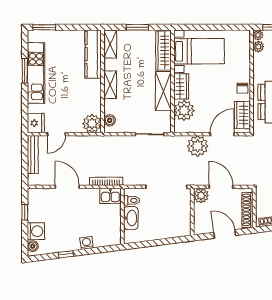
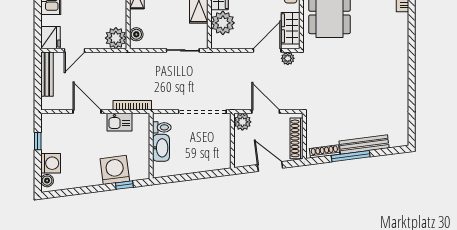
plant: (198, 146) -> (288, 58), moved, width x0.53, depth x0.53
kitchen sink: (110, 196) -> (119, 122), moved
washing machine: (87, 243) -> (115, 170), width x1.89, depth x1.89
window: (66, 254) -> (124, 185), moved

